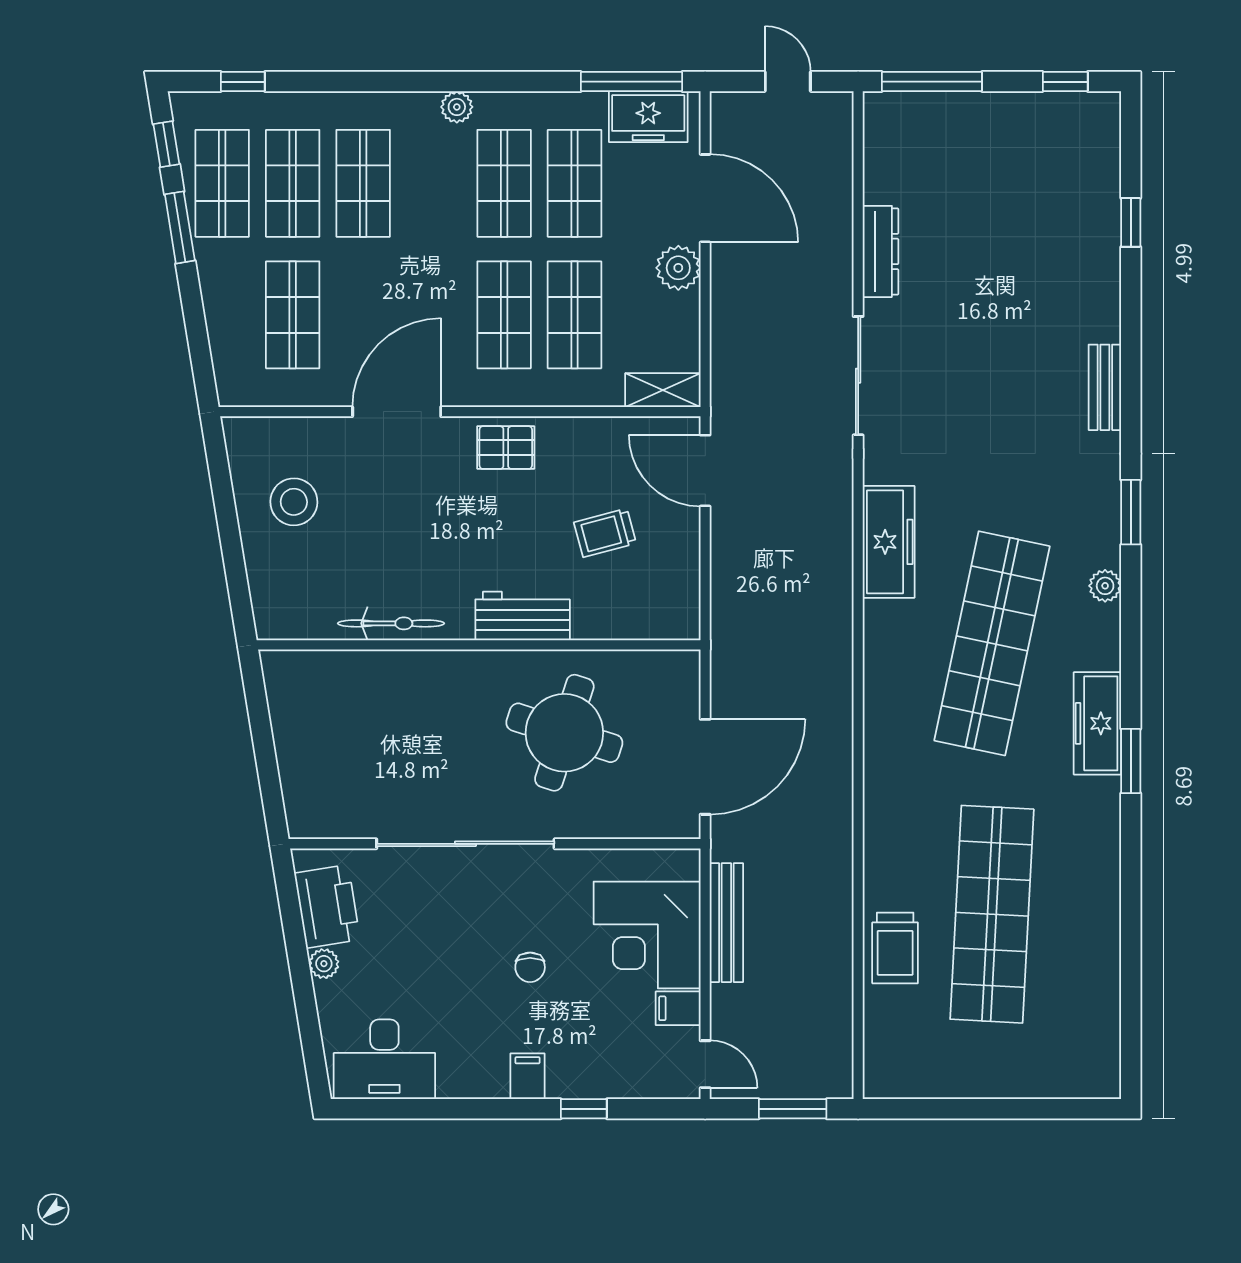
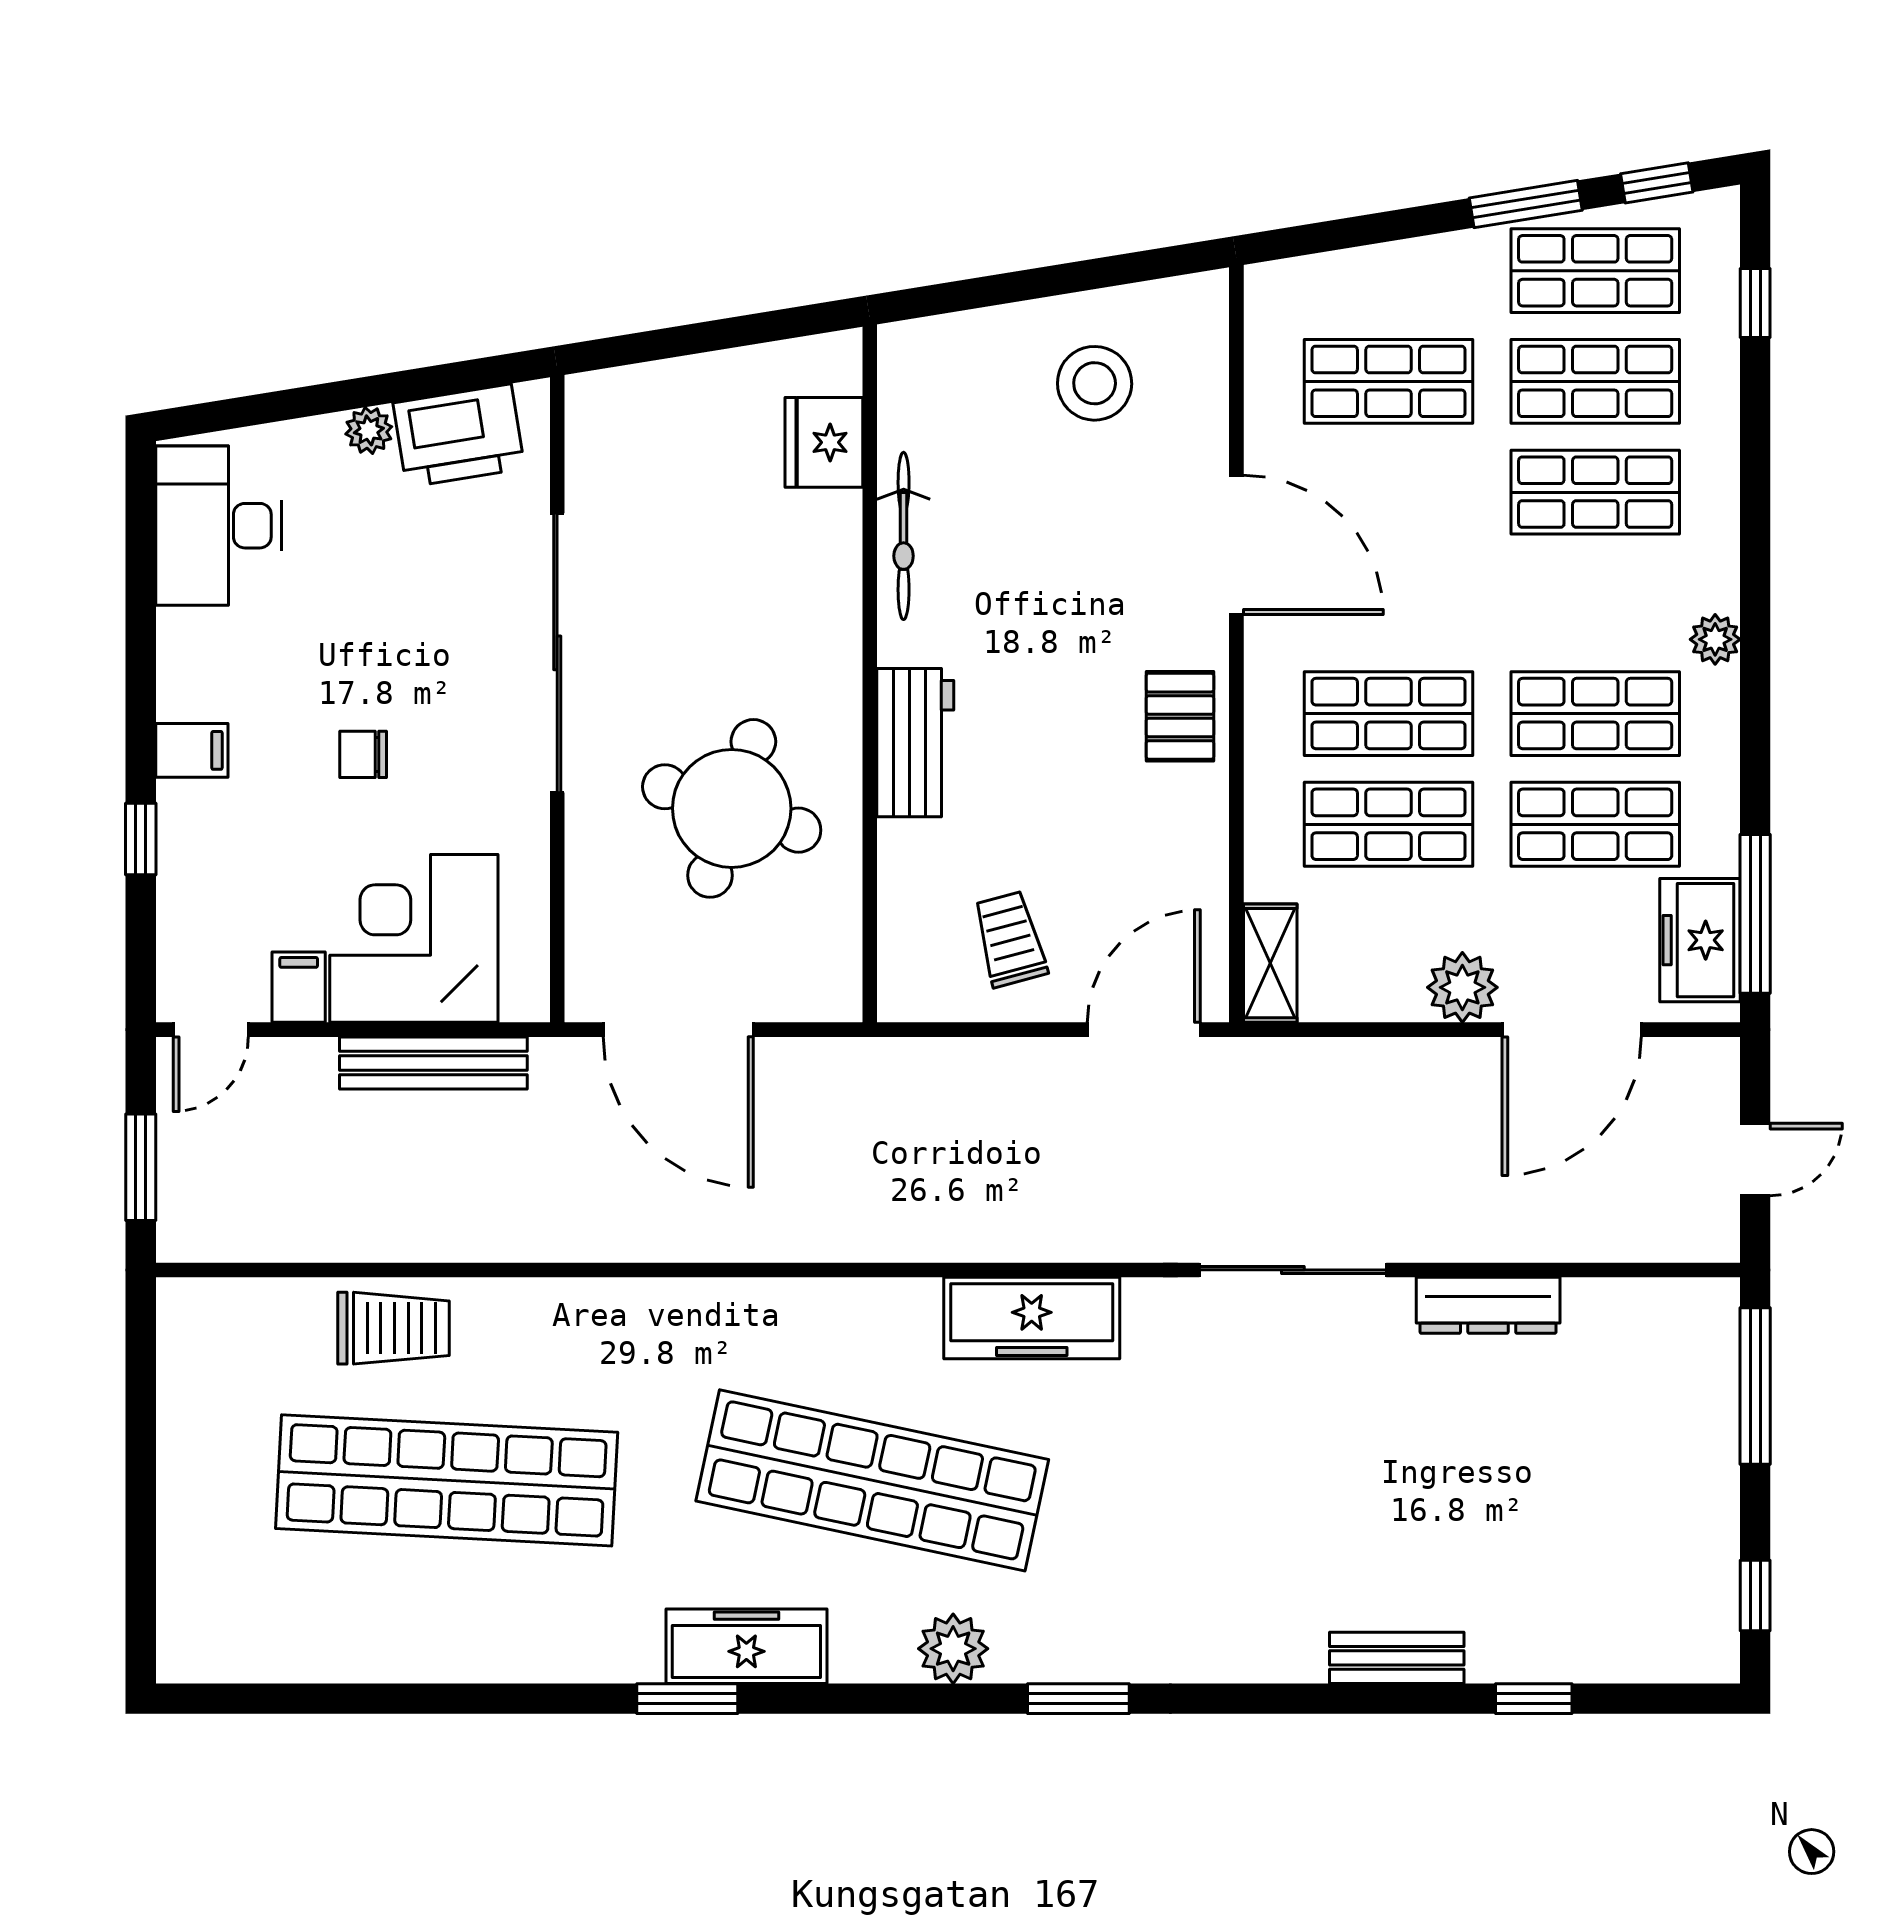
bench: (1105, 387) -> (1397, 1658), moved
trolley: (605, 533) -> (1010, 939), moved
plant: (1105, 586) -> (953, 1649), width x1.38, depth x1.38
fridge: (332, 674) -> (824, 442), added
trolley: (895, 948) -> (394, 1328), turned 180

